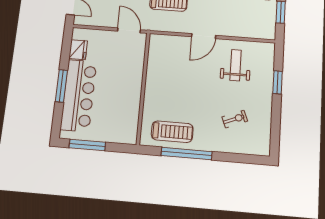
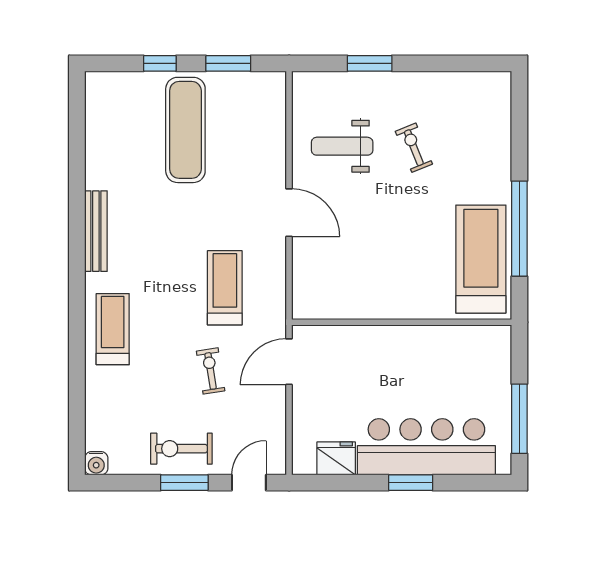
window: (61, 86) -> (411, 483), width x0.69
exercise bike: (235, 119) -> (414, 148), moved
treadmill: (172, 132) -> (481, 259), width x1.37, depth x1.38

